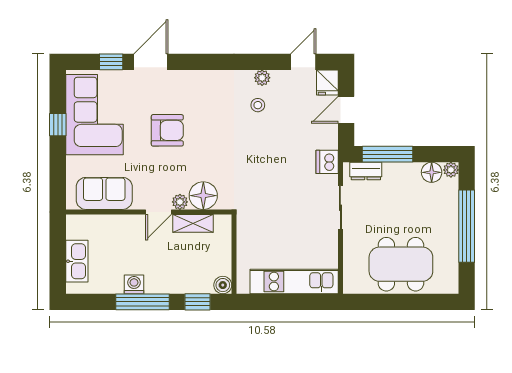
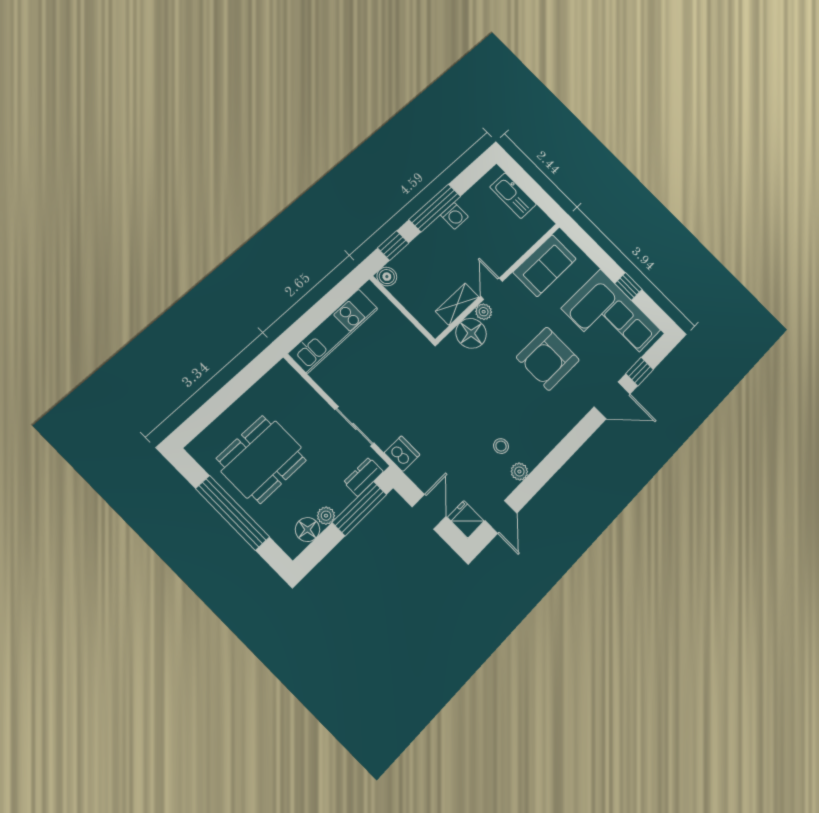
door: (151, 62) -> (612, 400), hinge flipped
armchair: (167, 130) -> (548, 359), width x1.36, depth x1.36
plant: (451, 170) -> (326, 516), moved
dining table: (401, 264) -> (261, 459), moved

